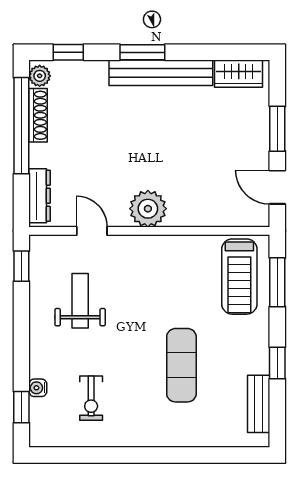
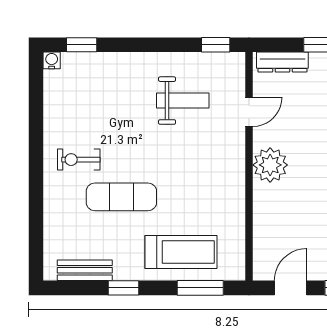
treadmill: (239, 277) -> (181, 252), moved, turned 180
water cooler: (38, 388) -> (52, 60), moved
exercise bike: (91, 398) -> (79, 160), moved

